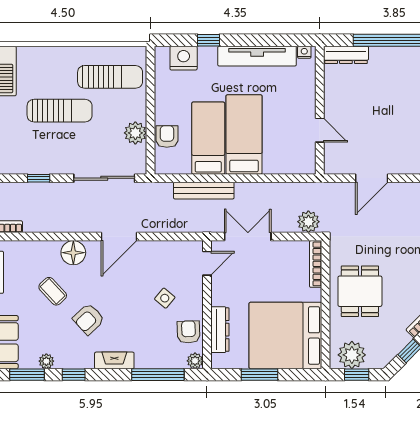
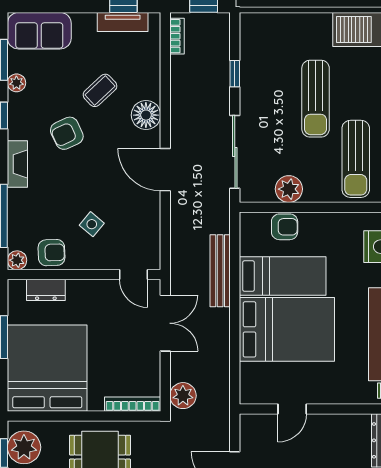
bed: (244, 135) -> (287, 329), width x1.50
armchair: (89, 319) -> (67, 133), turned -72
dresser: (220, 330) -> (46, 290), width x0.70

